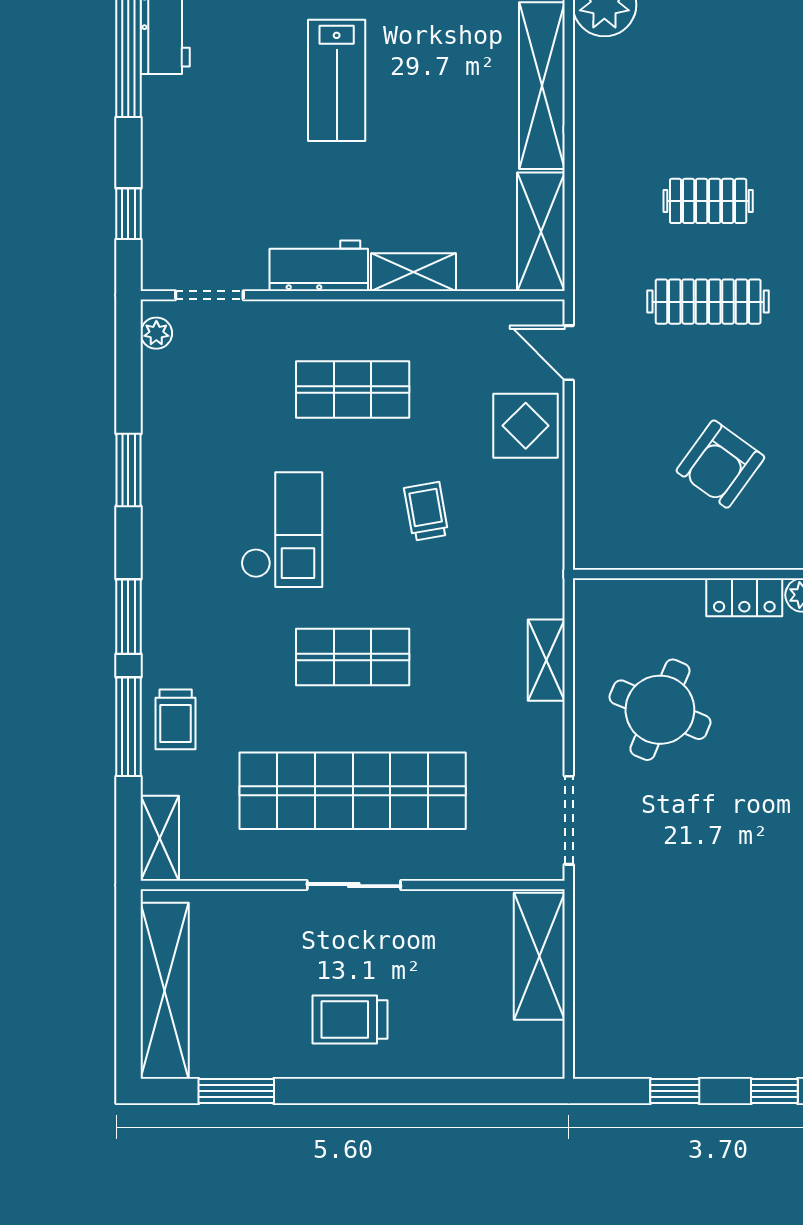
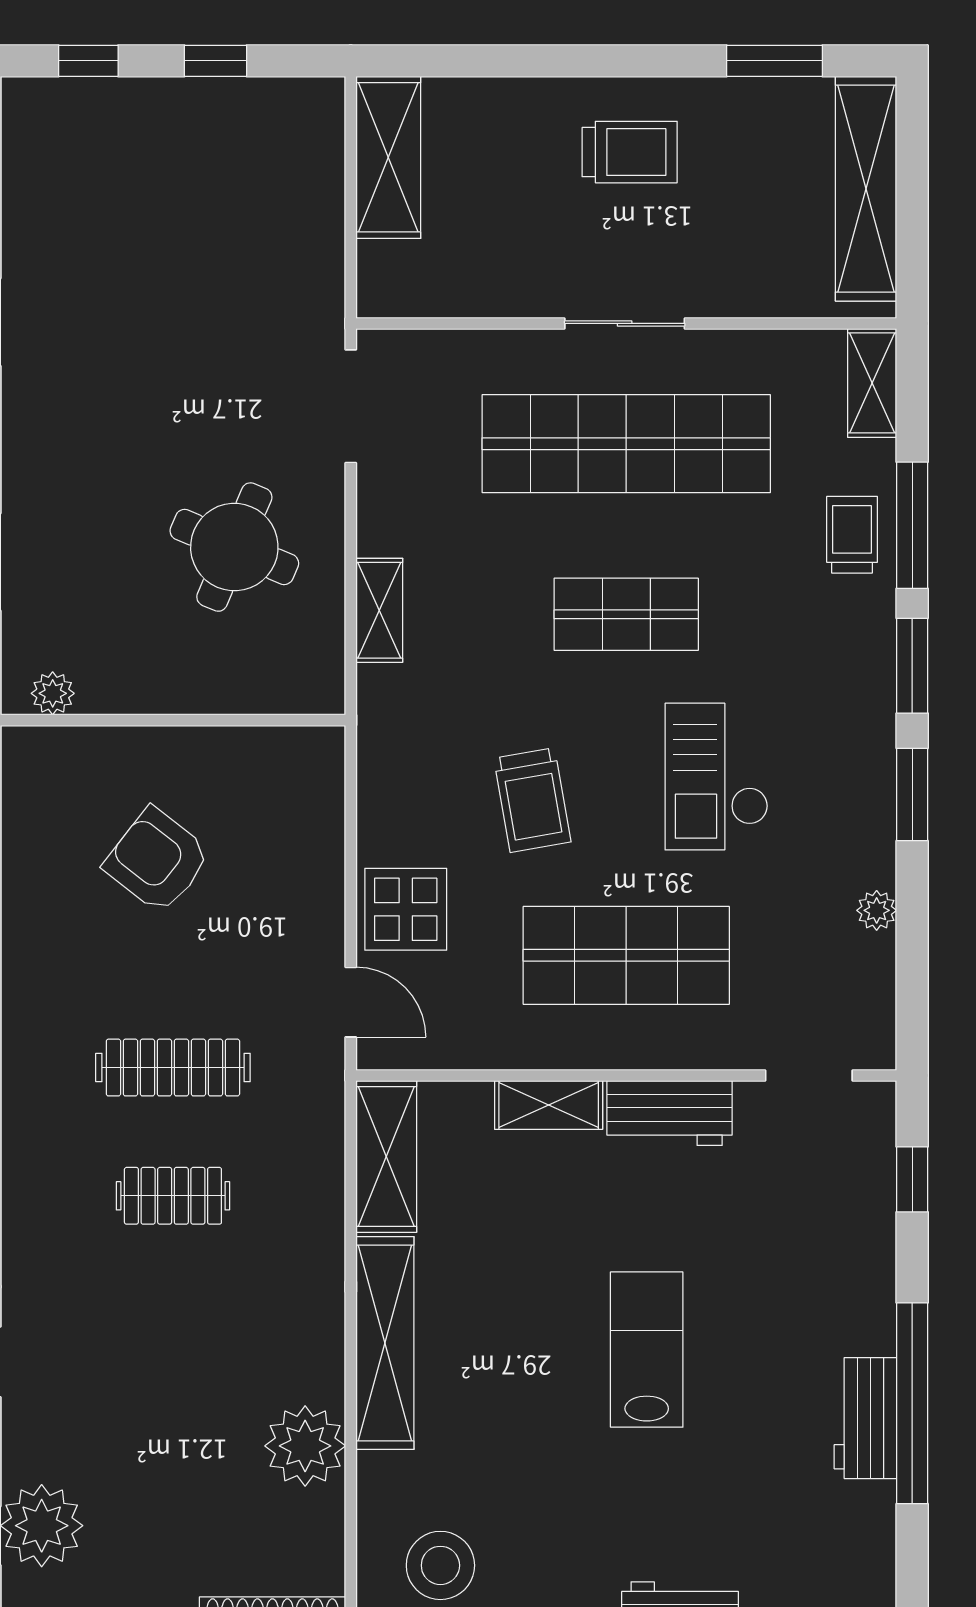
plant: (156, 333) -> (877, 910), moved
shop shelf: (353, 390) -> (626, 955), width x1.43, depth x1.36
armchair: (720, 464) -> (157, 860), turned -88
window: (128, 470) -> (912, 794), moved
trolley: (426, 511) -> (532, 800), width x1.36, depth x1.39
locker: (744, 597) -> (127, 691), removed
shelving: (539, 956) -> (388, 157), moved

